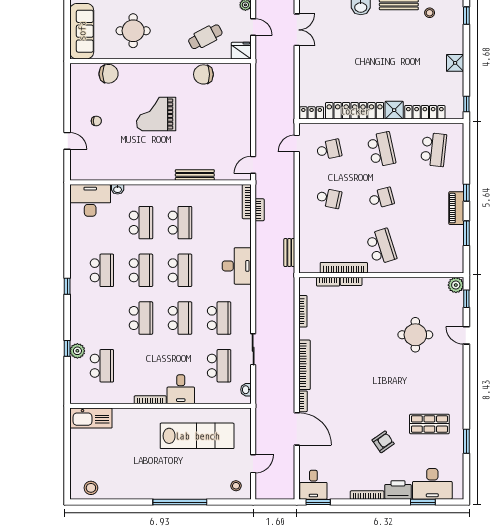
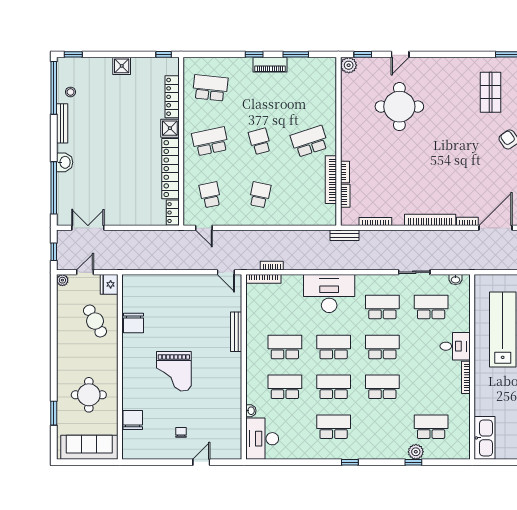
bench: (289, 253) -> (345, 235), moved
desk: (237, 266) -> (329, 293), width x1.36, depth x1.30
round table: (415, 335) -> (399, 107), width x1.36, depth x1.36

